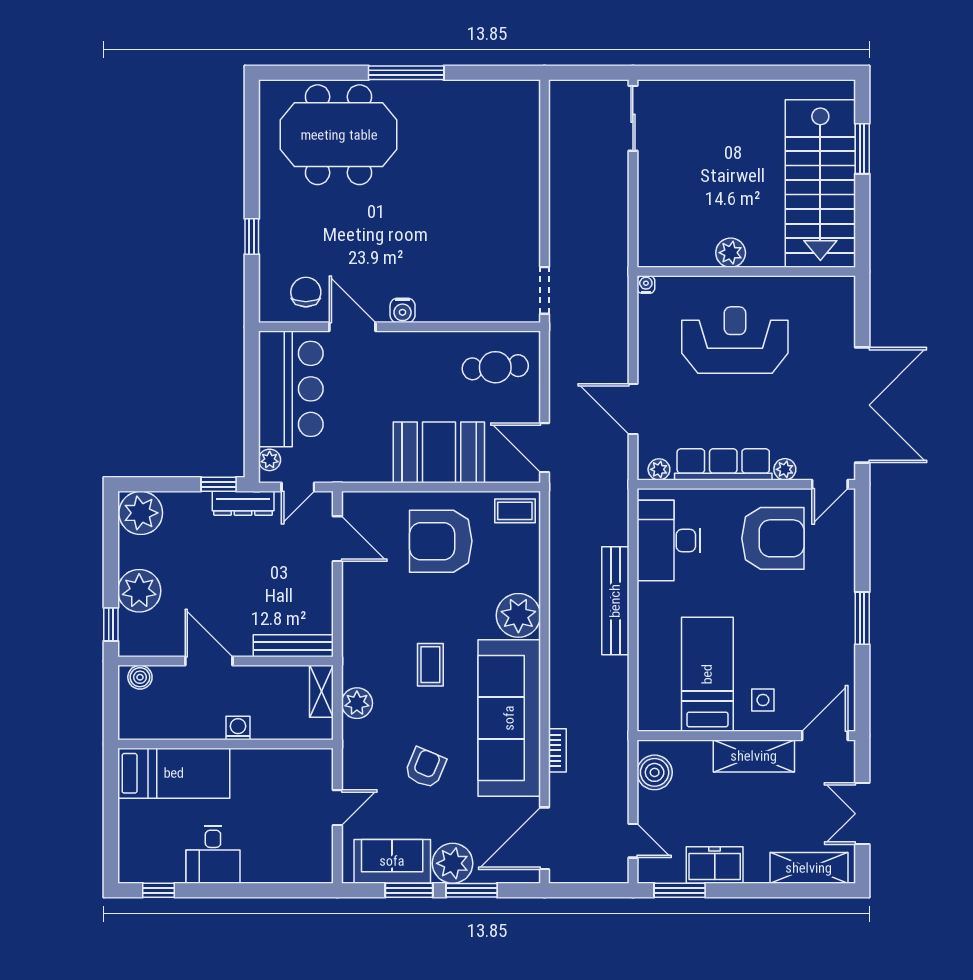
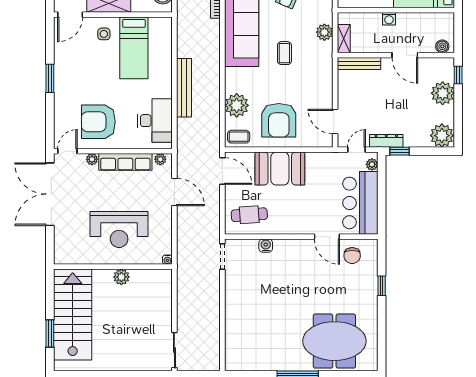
water cooler: (403, 310) -> (266, 246), moved
armchair: (441, 541) -> (279, 120), turned 90
plant: (518, 615) -> (237, 105), moved

